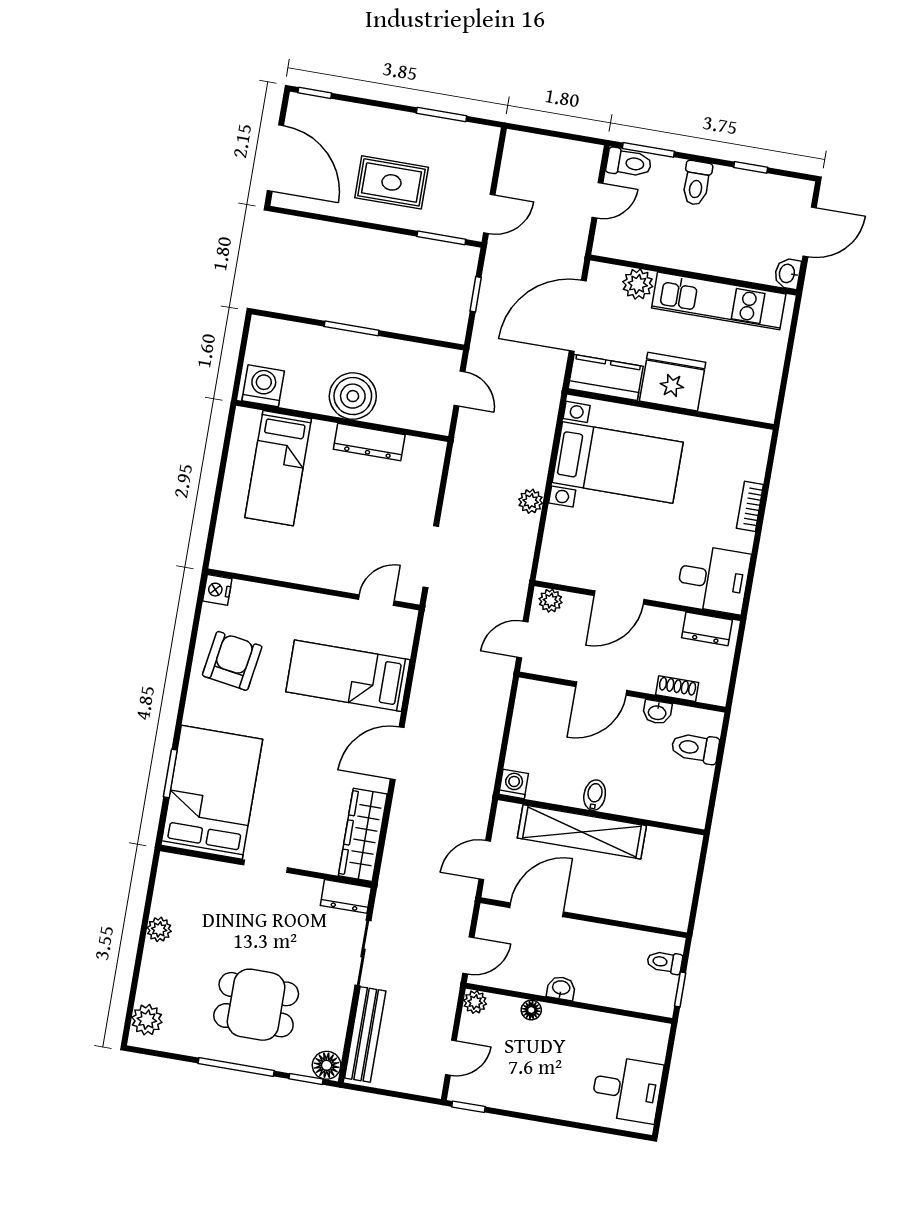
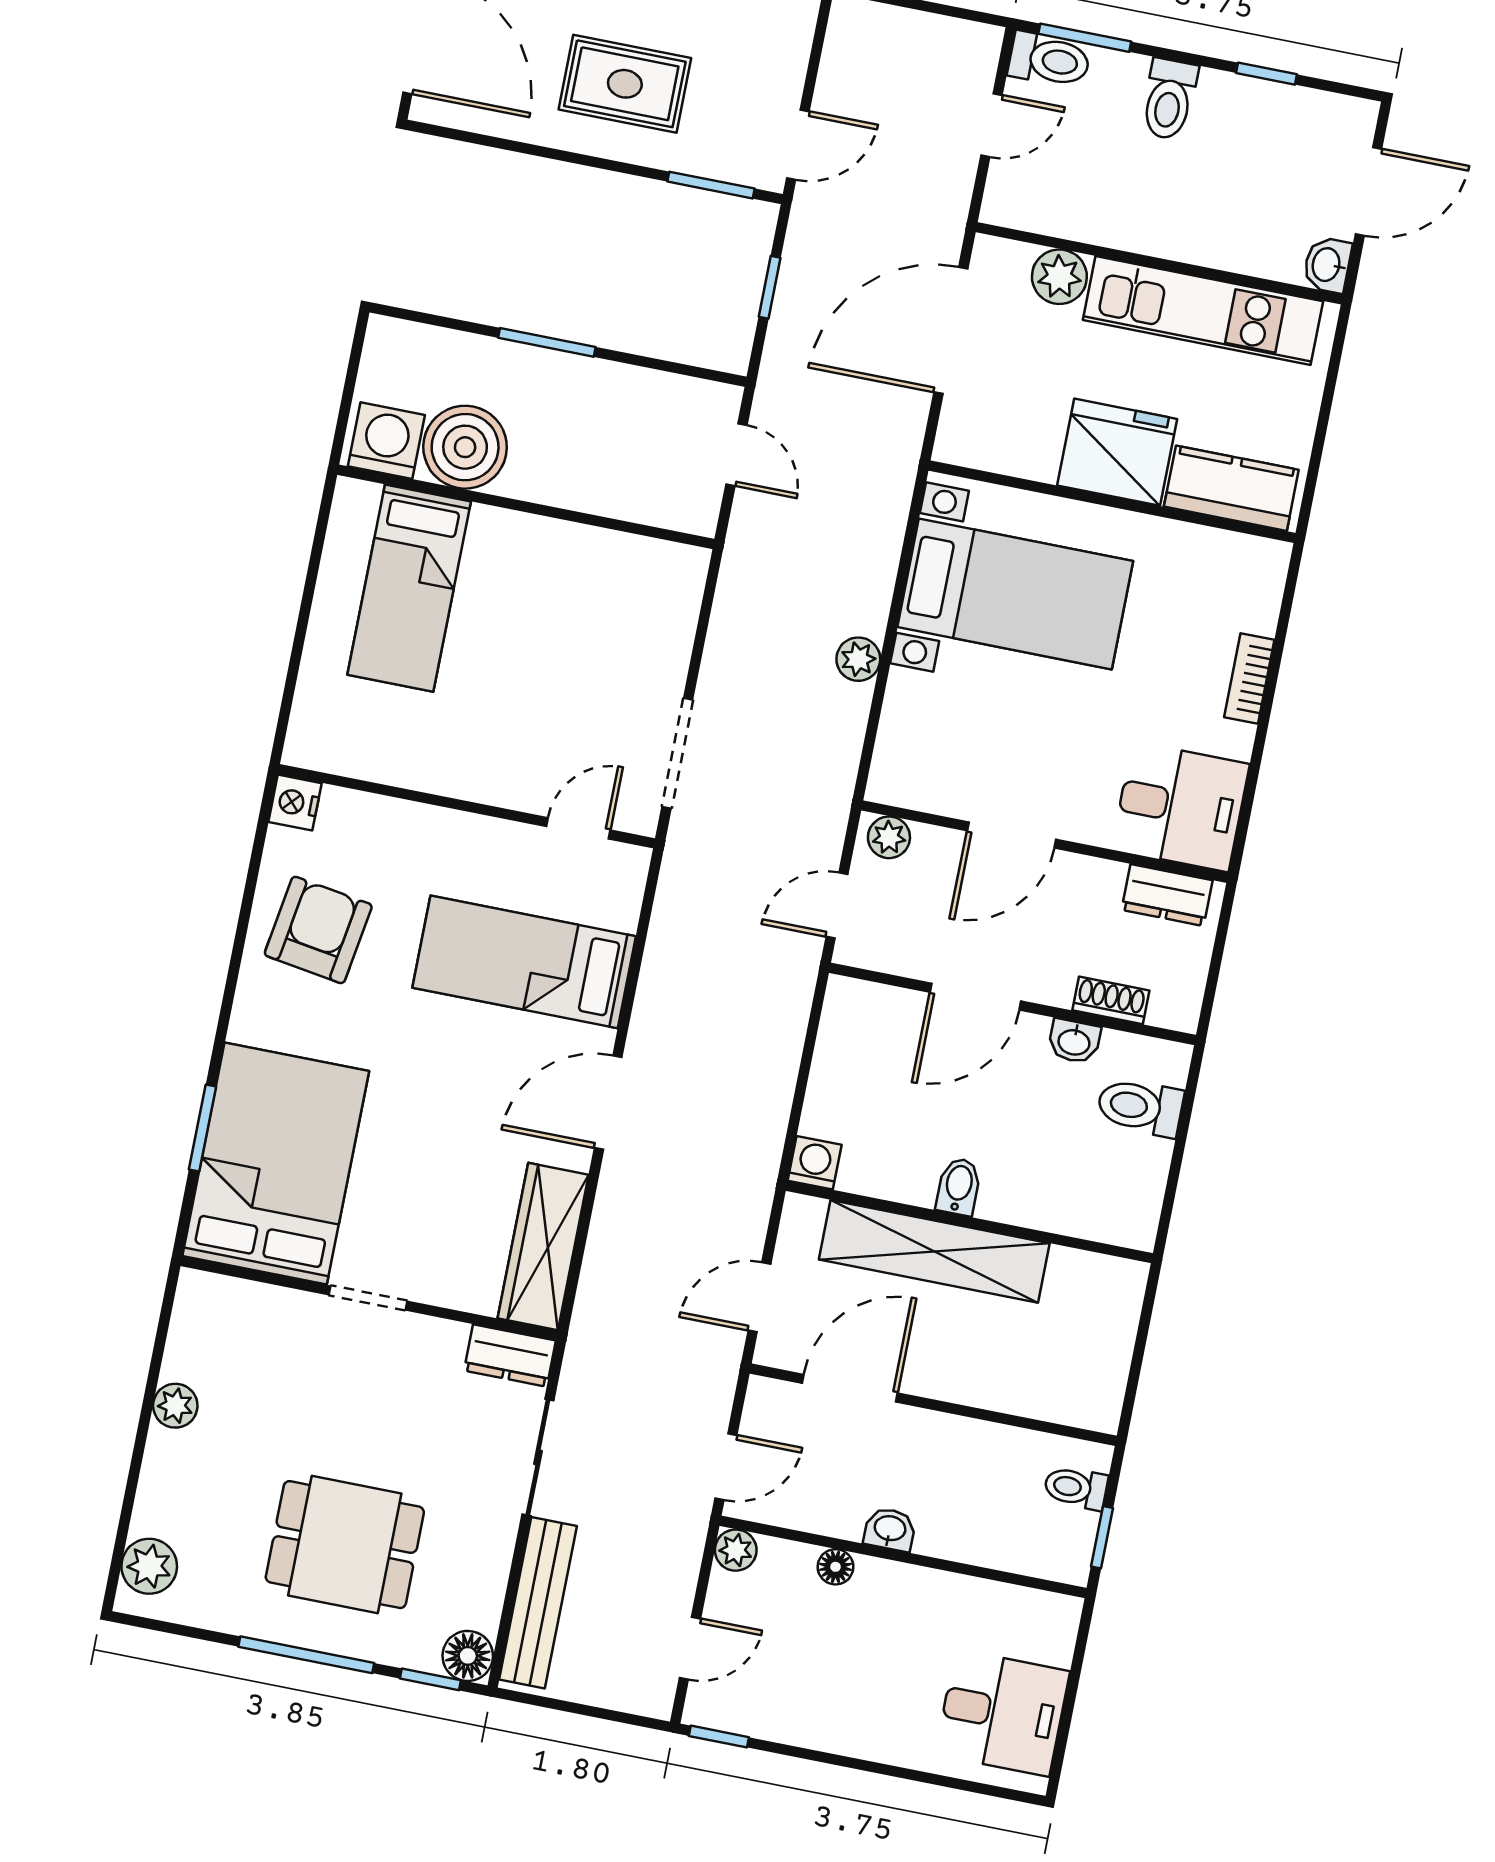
kitchen counter: (606, 378) -> (1231, 488), moved
boiler: (353, 396) -> (465, 447), moved
dresser: (369, 442) -> (573, 546), removed

